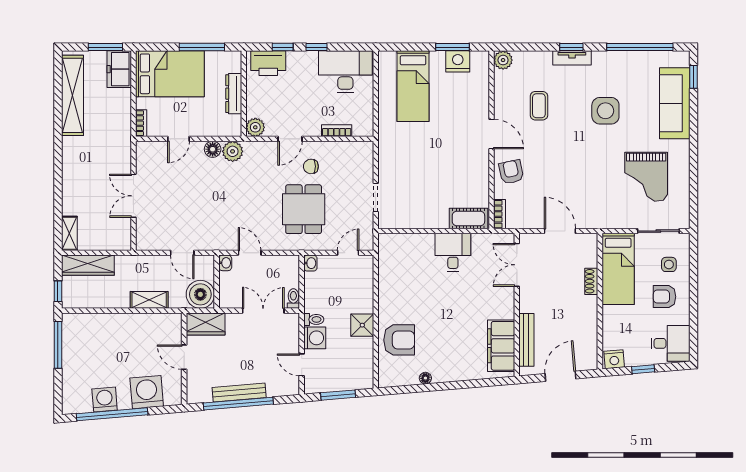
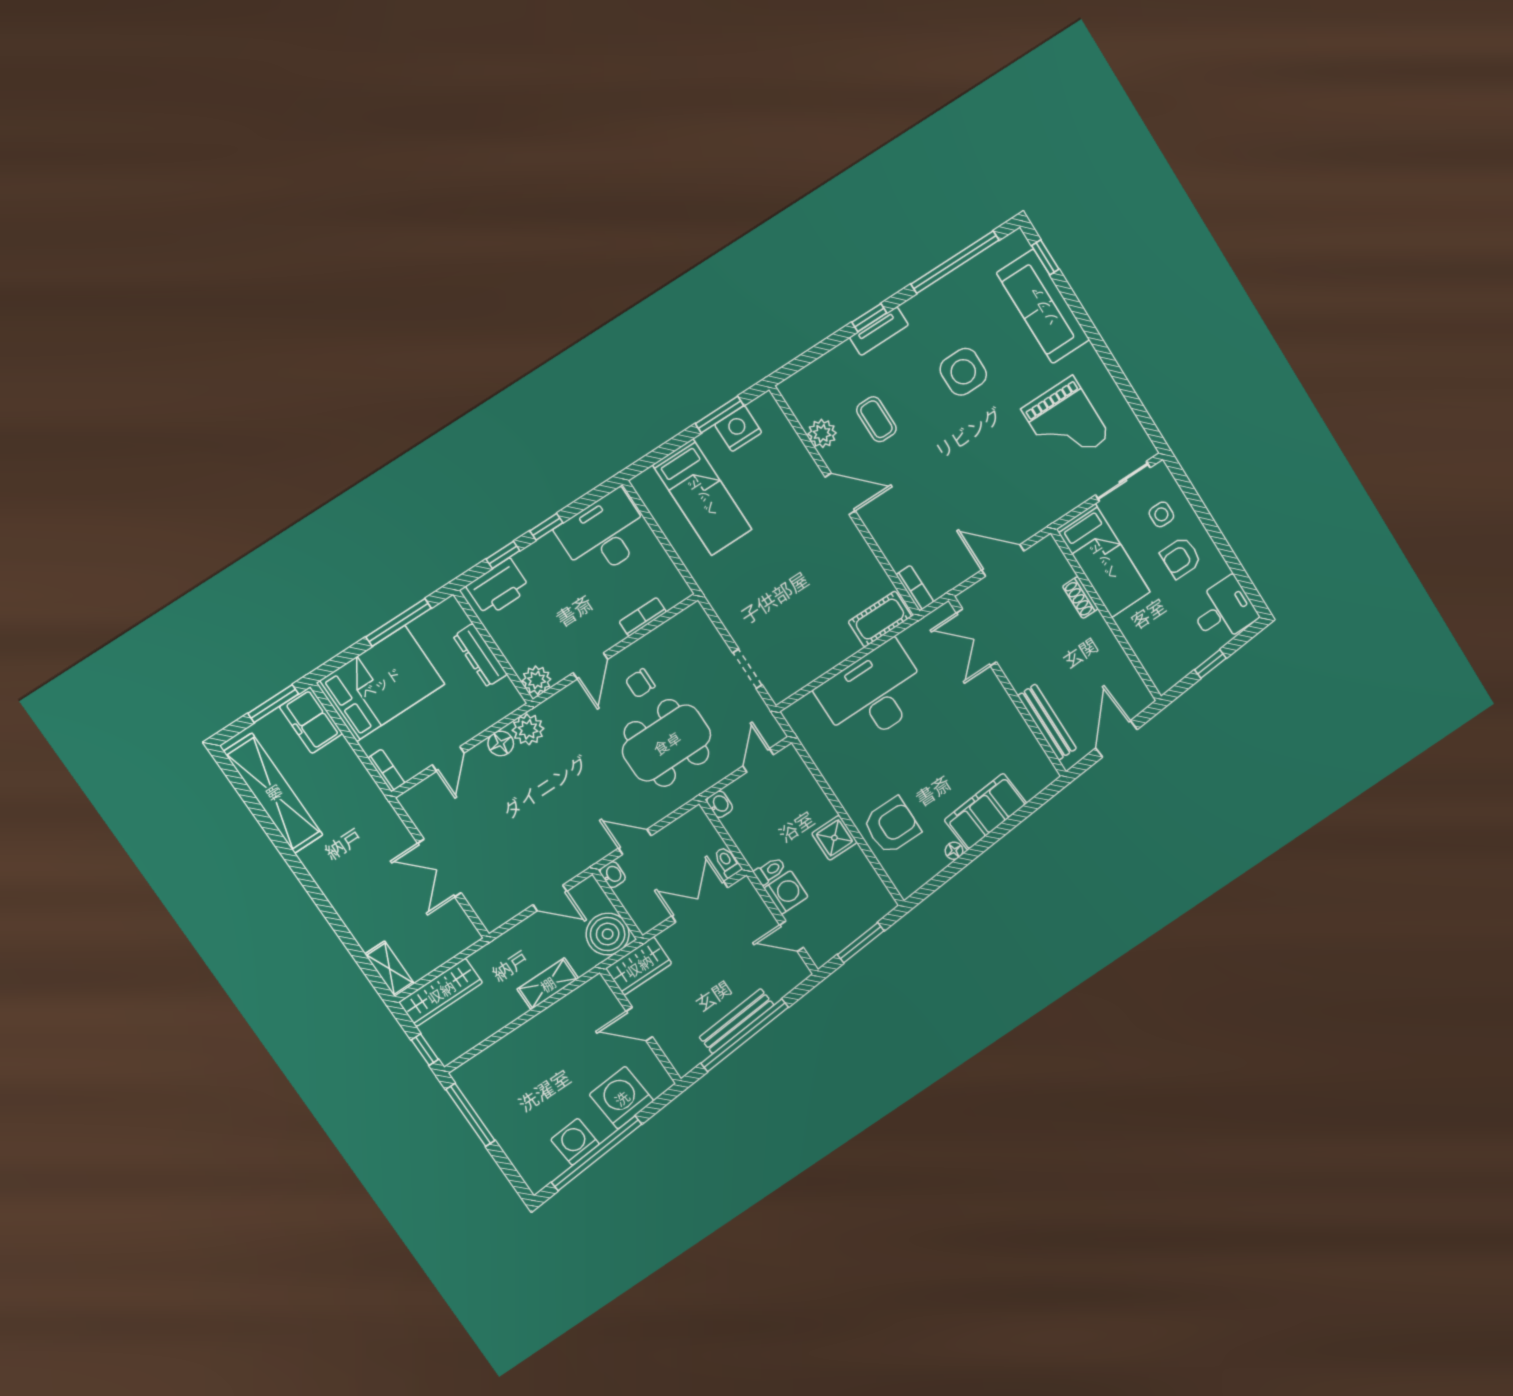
plant: (503, 60) -> (822, 433), moved
armchair: (511, 172) -> (895, 526), removed
dining table: (304, 209) -> (667, 743), width x1.38
desk: (453, 252) -> (873, 694), width x1.87, depth x1.30
filing cabinet: (501, 346) -> (986, 812), moved, turned 85
nightstand: (614, 359) -> (1168, 675), removed

